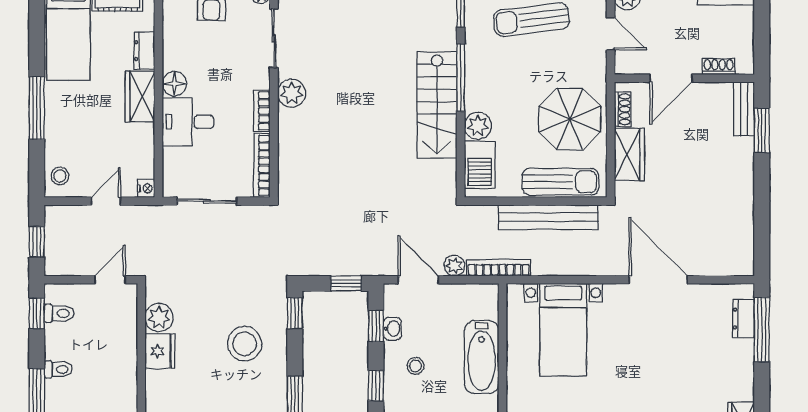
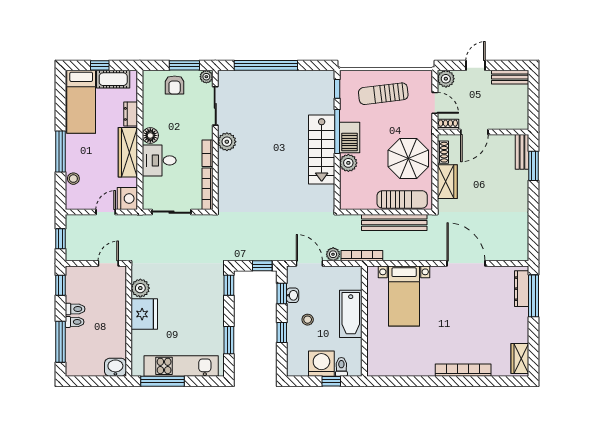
shoe rack: (719, 67) -> (448, 124), moved
wardrobe: (140, 97) -> (128, 152), width x1.50
barbecue: (480, 165) -> (350, 137), moved
stool: (60, 176) -> (73, 179), moved
nightstand: (146, 188) -> (127, 198), width x1.89, depth x1.79
toilet: (59, 313) -> (75, 309), moved
dresser: (743, 318) -> (522, 289), width x1.44
stool: (245, 344) -> (196, 305), removed
fridge: (160, 351) -> (144, 314), width x1.36, depth x1.34

